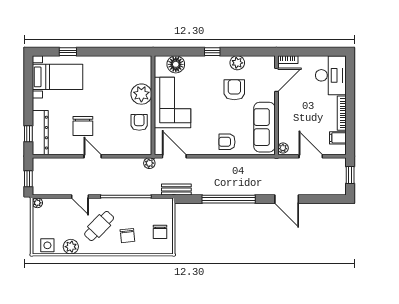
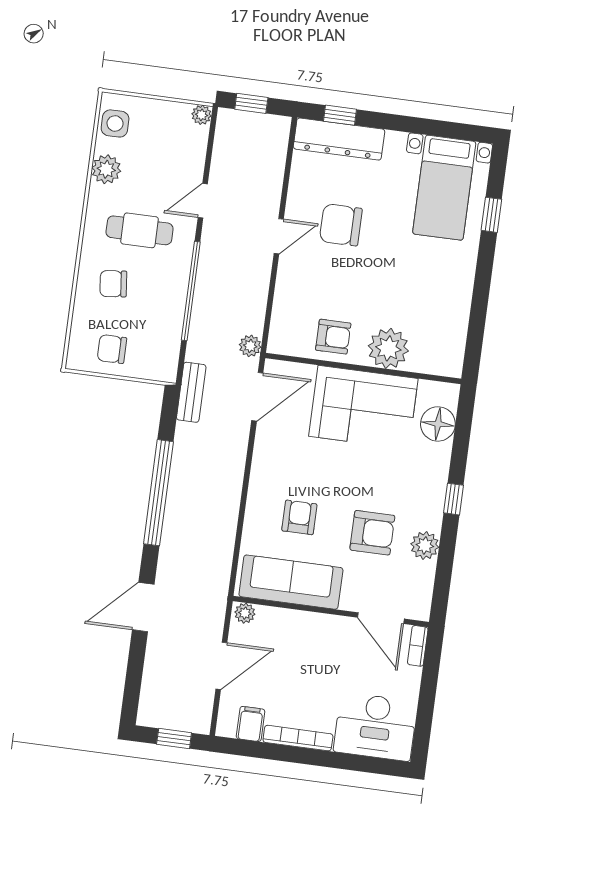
armchair: (227, 142) -> (299, 517), moved
cafe table: (99, 226) -> (140, 230), turned -44

